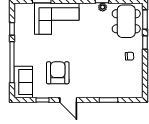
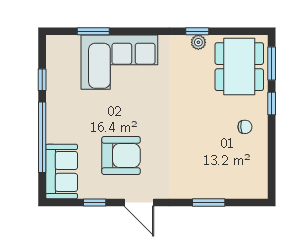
armchair: (58, 73) -> (121, 156), turned 90

